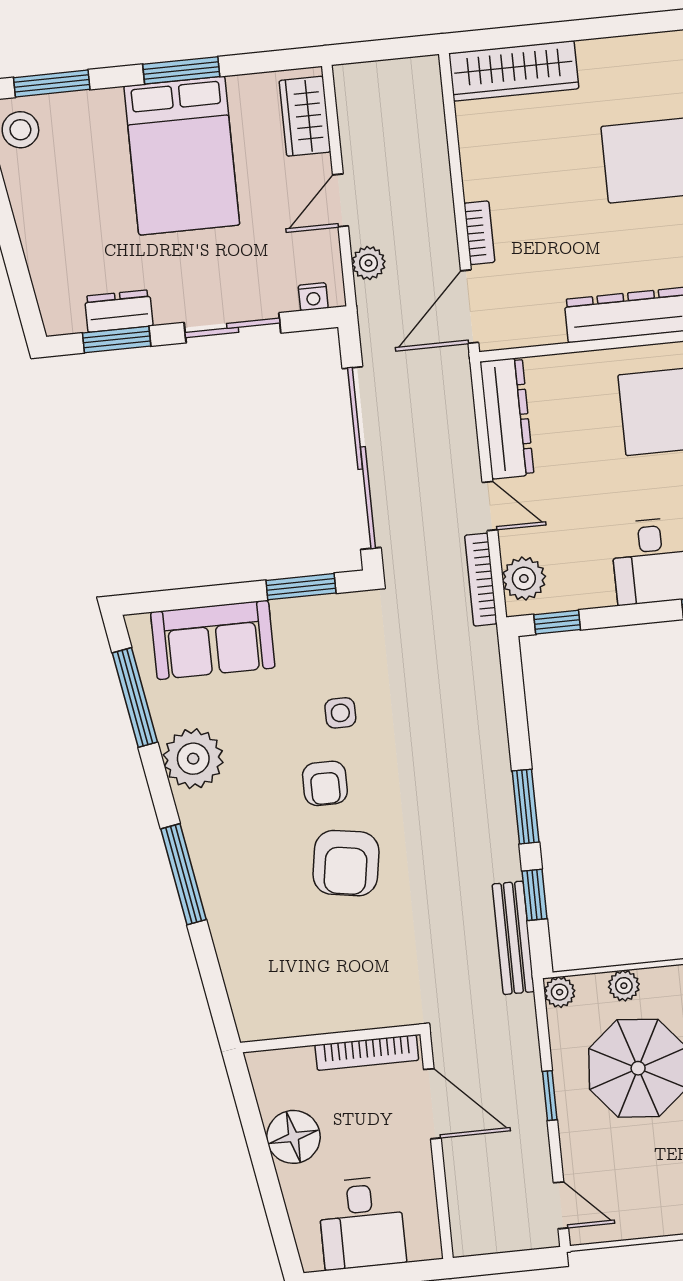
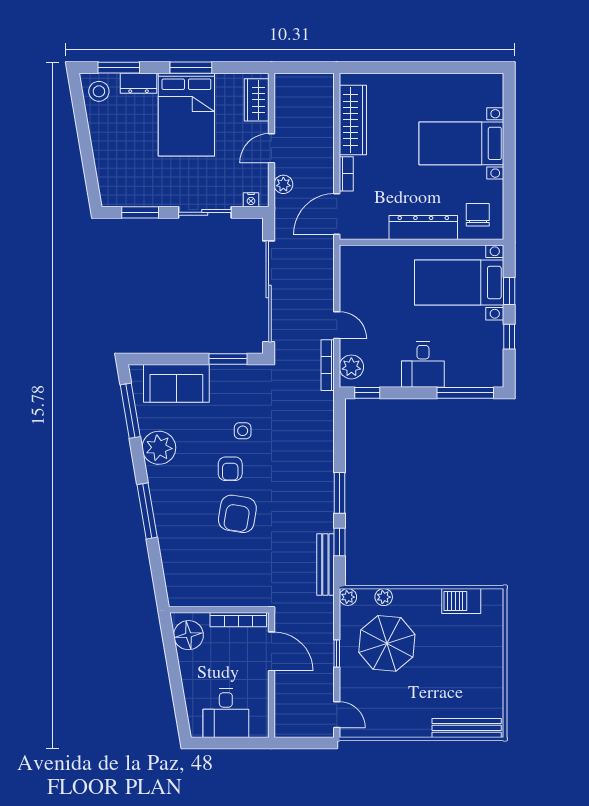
wardrobe: (514, 71) -> (353, 120), moved, turned -90
dresser: (119, 311) -> (139, 83), moved, turned 180
dresser: (507, 418) -> (351, 278), removed
floor lamp: (293, 1137) -> (189, 635), moved

